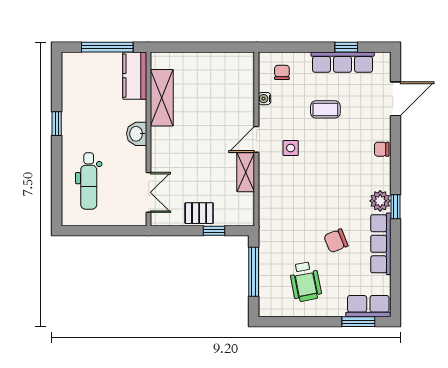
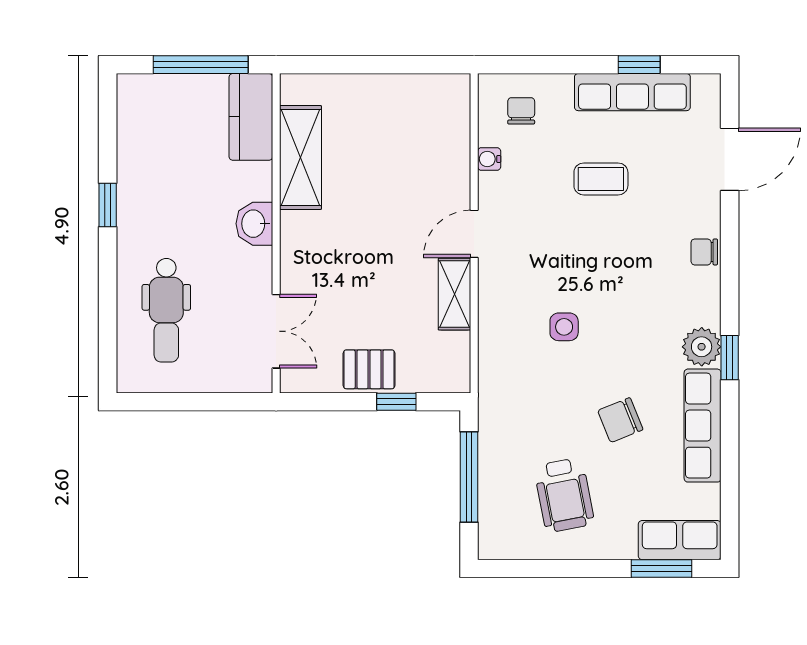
side table: (291, 148) -> (564, 327), moved

